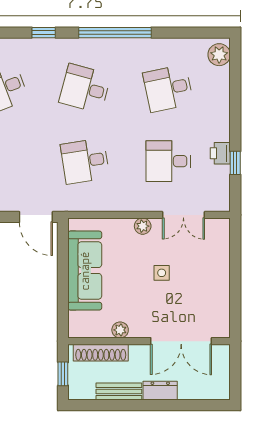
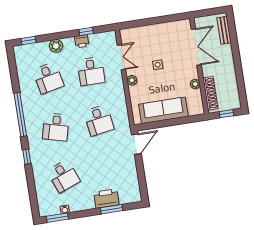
plant: (219, 55) -> (56, 46), moved
window: (235, 66) -> (29, 40), added
dresser: (160, 391) -> (227, 55), removed
bench: (119, 392) -> (224, 30), moved

